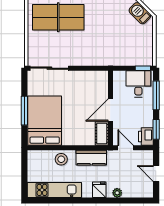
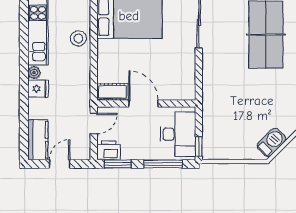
desk: (138, 84) -> (178, 134), width x1.37
kitchen counter: (91, 158) -> (38, 140), moved, turned 180
plant: (117, 193) -> (34, 73), moved

